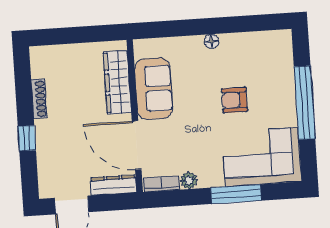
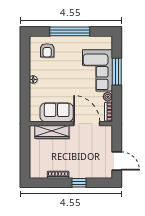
armchair: (234, 100) -> (47, 50), moved
door: (137, 145) -> (87, 124), swing flipped
corner sofa: (262, 157) -> (97, 70), moved
dresser: (113, 185) -> (107, 138), removed

